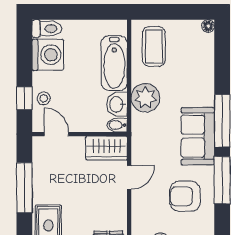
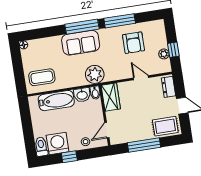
window: (24, 98) -> (69, 157), moved
plant: (145, 98) -> (95, 74), moved
sofa: (198, 136) -> (81, 43), moved
door: (129, 177) -> (141, 78), moved

